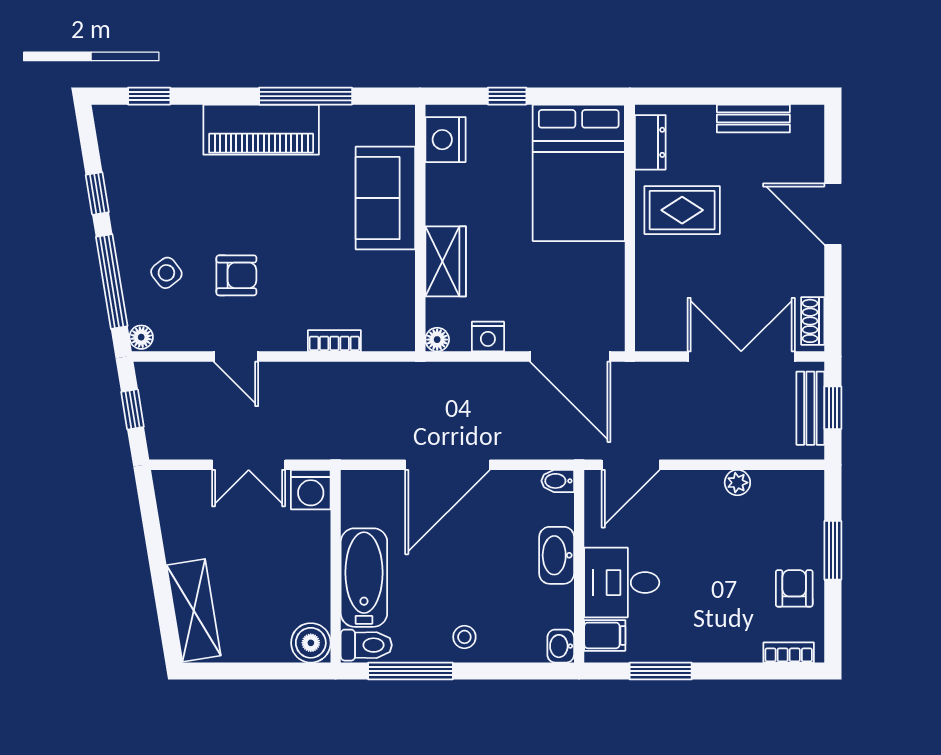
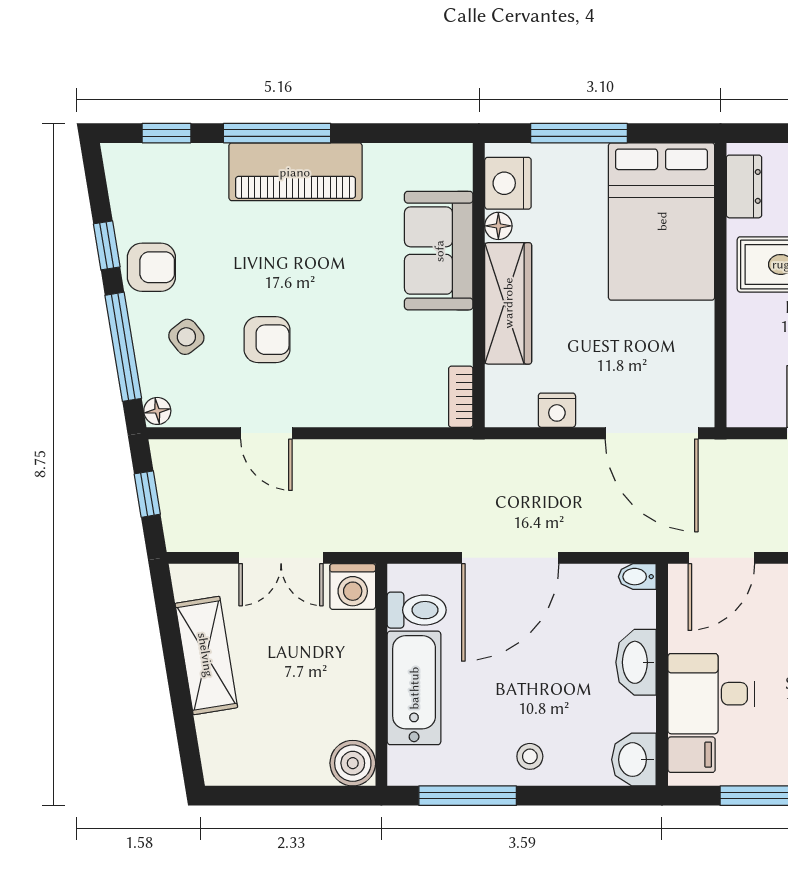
window: (306, 96) -> (277, 133), moved
window: (507, 96) -> (579, 133), width x2.17
armchair: (136, 212) -> (151, 267), added
wardrobe: (446, 261) -> (508, 303), width x1.50
floor lamp: (437, 340) -> (498, 226), moved
bookcase: (334, 341) -> (461, 397), moved, turned -90
shelving: (194, 610) -> (206, 655), moved
toilet: (366, 645) -> (417, 610), moved
washbasin: (561, 646) -> (634, 760), width x1.38, depth x1.45

